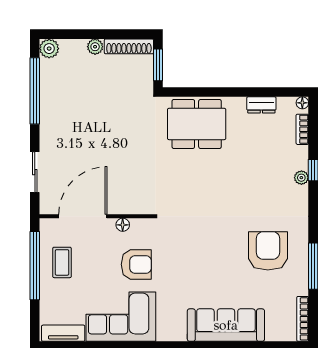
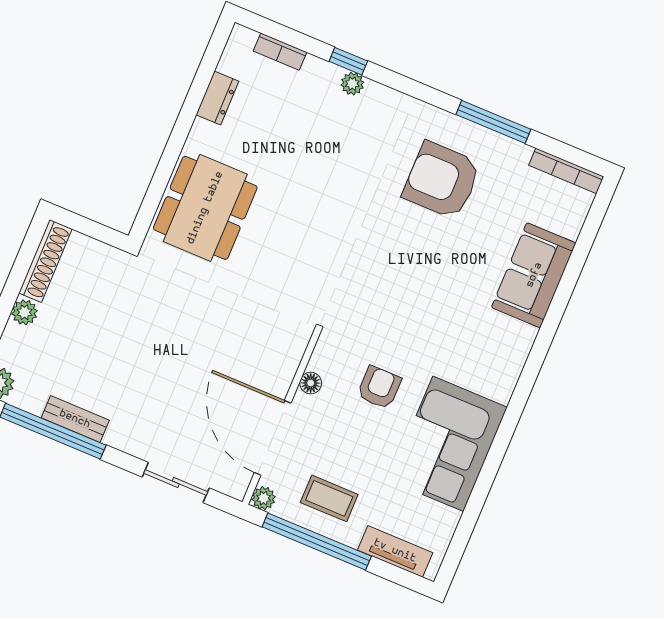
window: (158, 65) -> (92, 229), removed
bench: (47, 101) -> (75, 419), added
floor lamp: (302, 103) -> (240, 35), removed
plant: (47, 225) -> (264, 498), added
armchair: (136, 264) -> (379, 387), width x0.72, depth x0.72
sofa: (226, 325) -> (534, 275), width x0.73
tv unit: (63, 333) -> (395, 551), moved, turned 90

